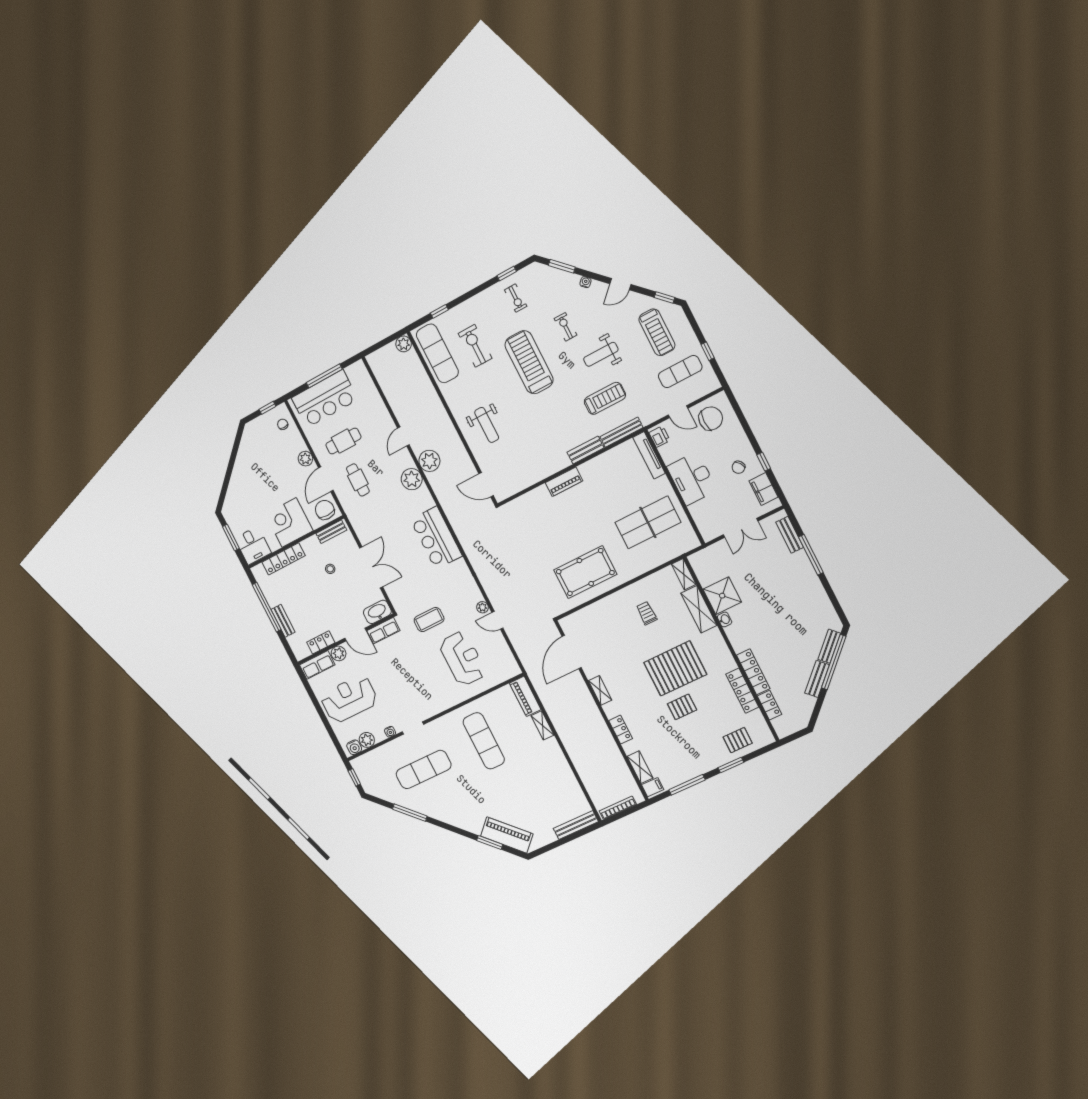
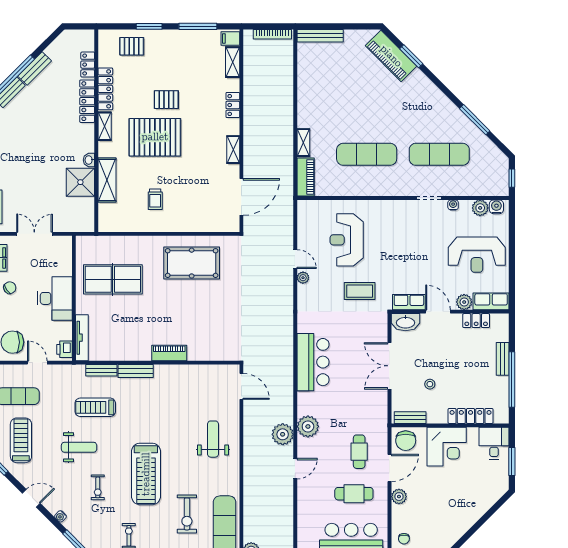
bench: (621, 432) -> (101, 370), width x0.73
shelving: (684, 574) -> (105, 126), moved
exercise mat: (484, 741) -> (367, 154), turned 90

